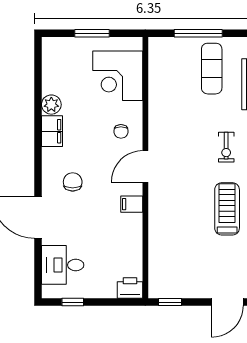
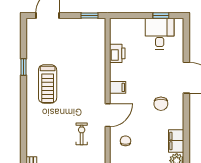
exercise bike: (226, 147) -> (82, 134), moved
desk: (63, 265) -> (160, 34), moved, turned -90
printer: (130, 288) -> (117, 53), moved, turned -90

